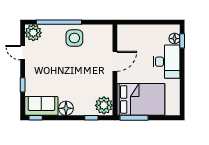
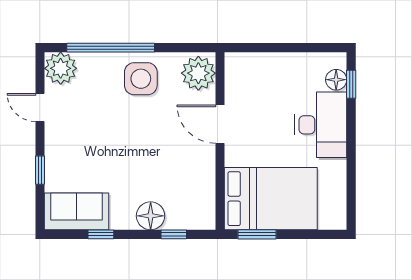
door: (115, 61) -> (220, 124), swing flipped
plant: (104, 105) -> (198, 73), moved
floor lamp: (66, 108) -> (151, 216), moved
window: (36, 118) -> (101, 234), moved
window: (134, 118) -> (257, 234), width x0.69

